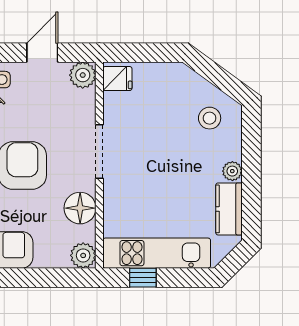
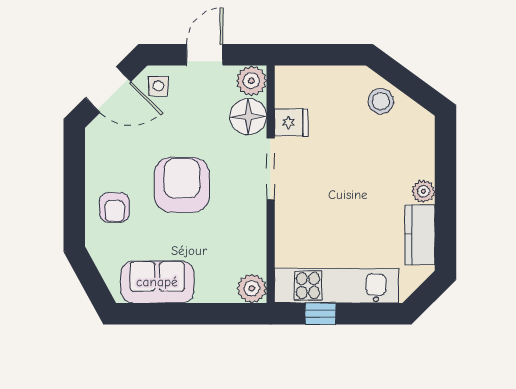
fridge: (117, 79) -> (291, 122), moved
stool: (210, 118) -> (381, 101), moved
floor lamp: (80, 208) -> (248, 116), moved

